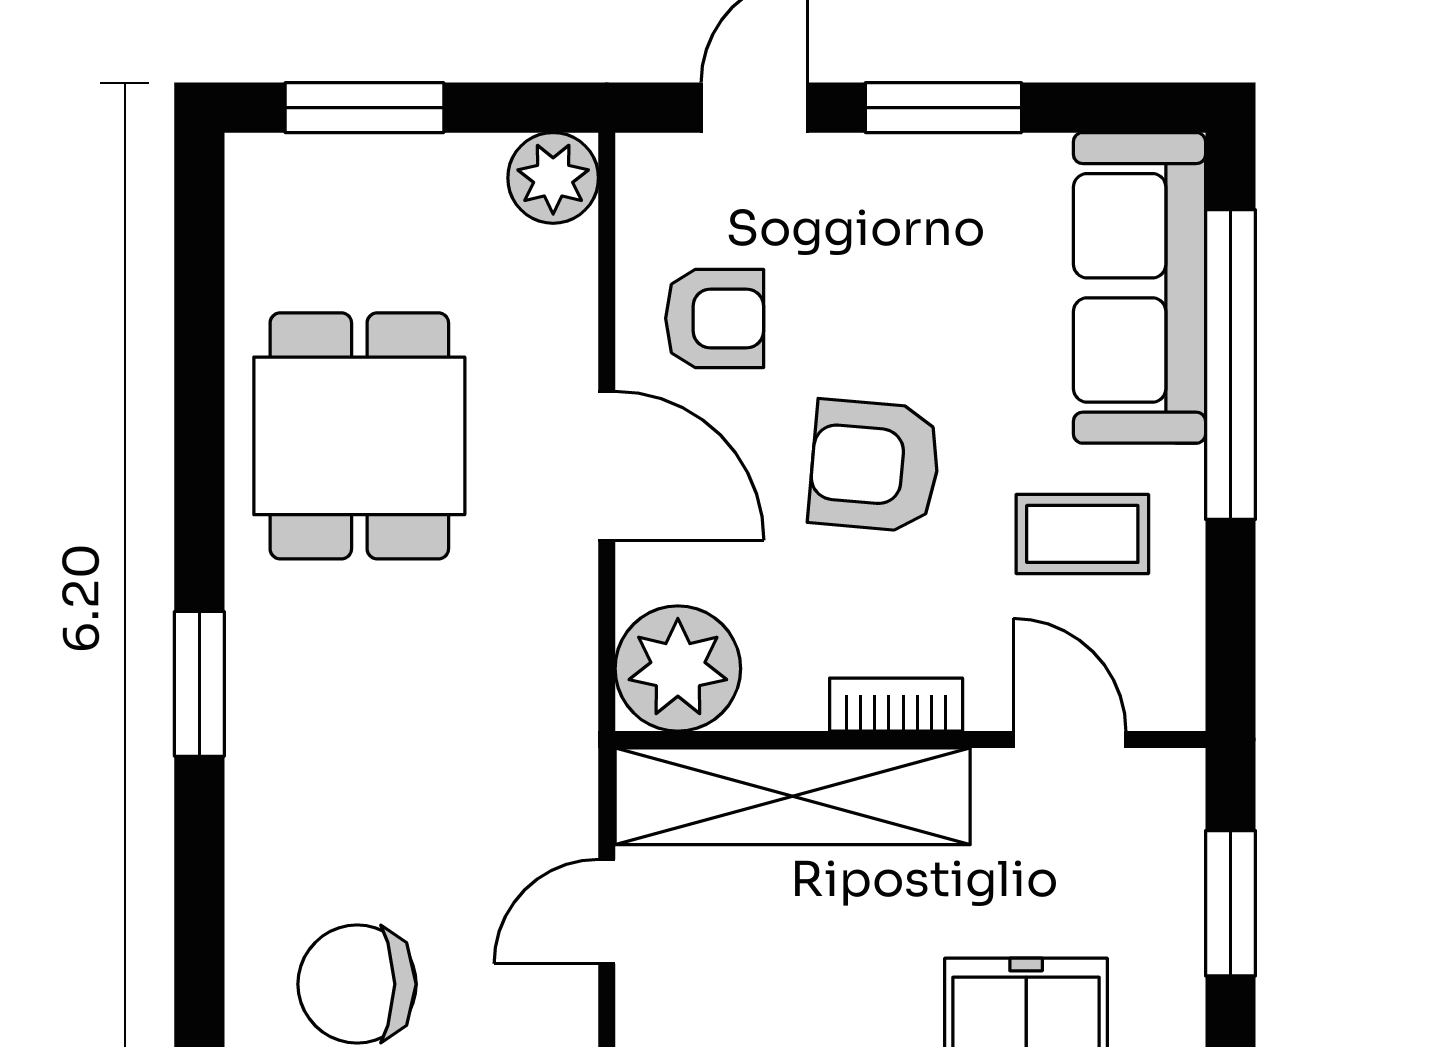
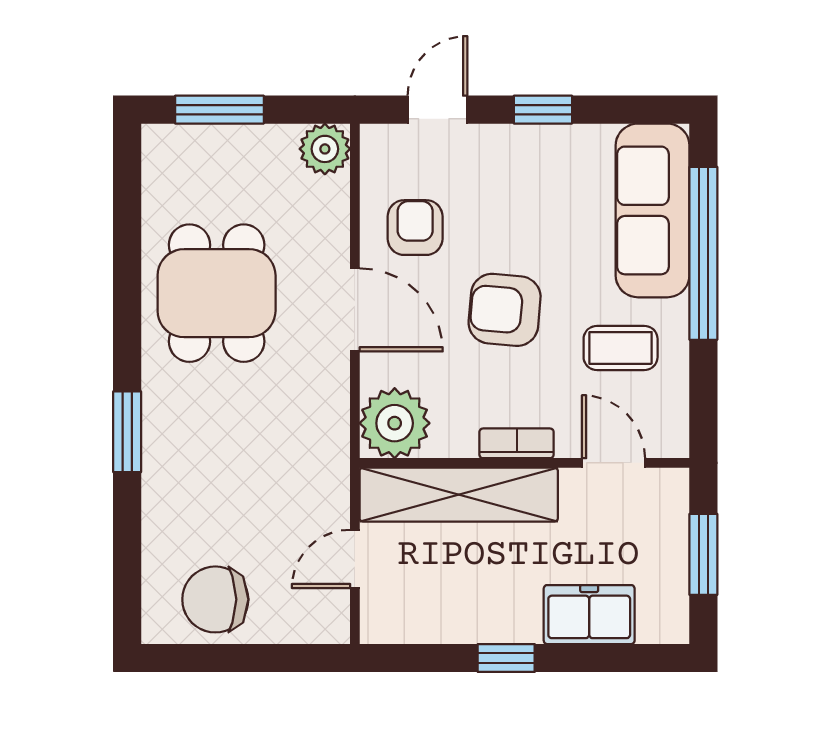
window: (943, 108) -> (543, 110), width x0.67
armchair: (715, 318) -> (415, 228), turned -90

